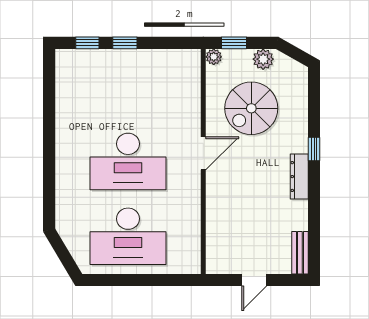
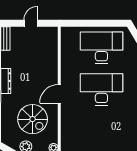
spiral stairs: (251, 108) -> (33, 119), turned 90

